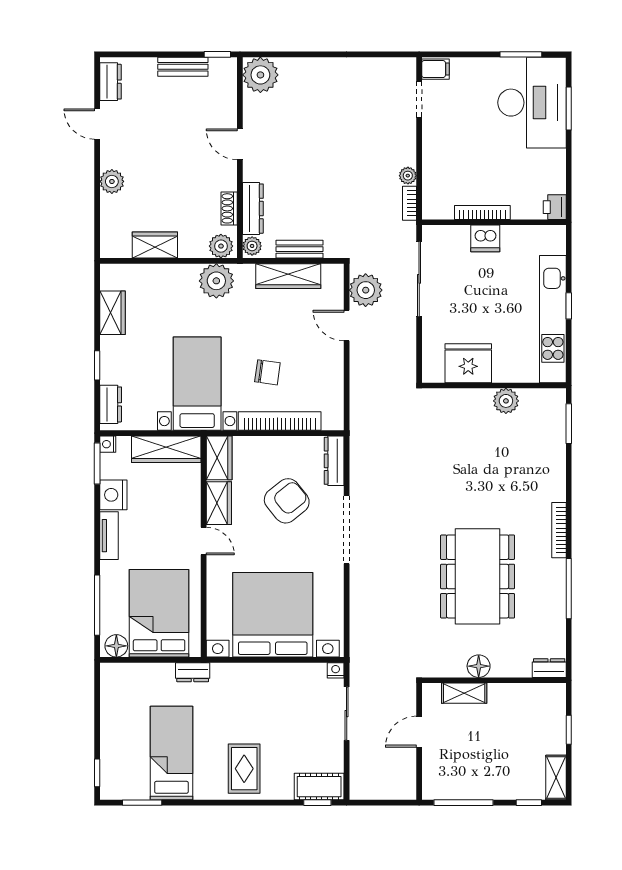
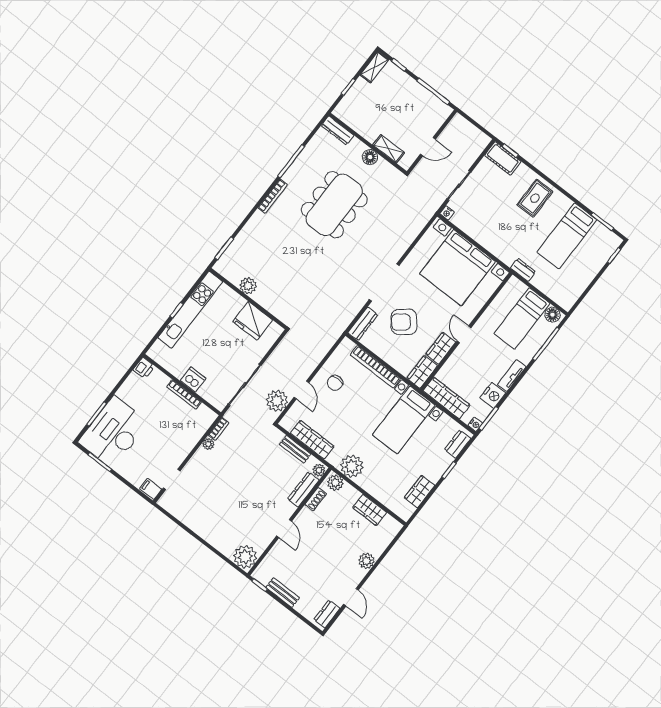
chair: (267, 372) -> (335, 383), moved, turned -98
bed: (159, 613) -> (522, 319), width x0.67
dresser: (549, 668) -> (338, 131), width x1.44

